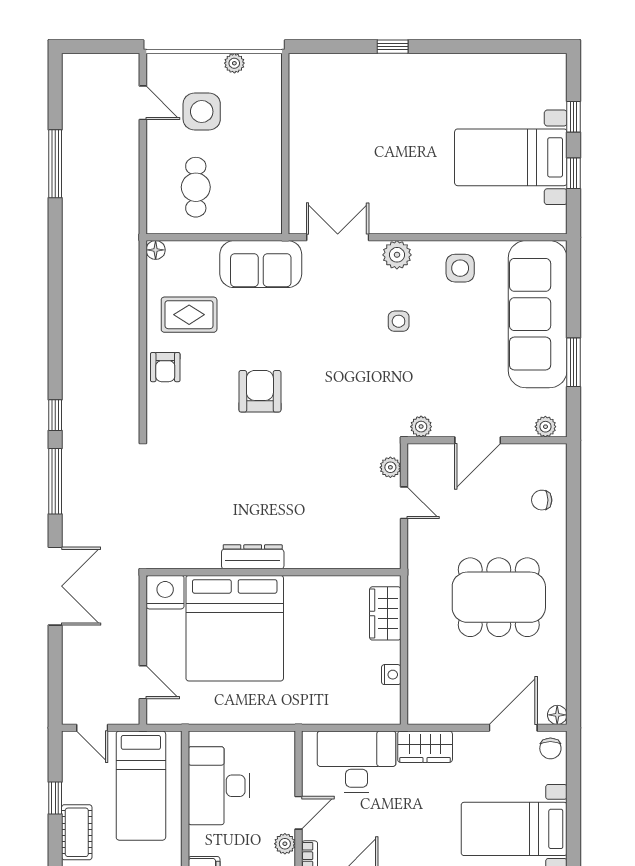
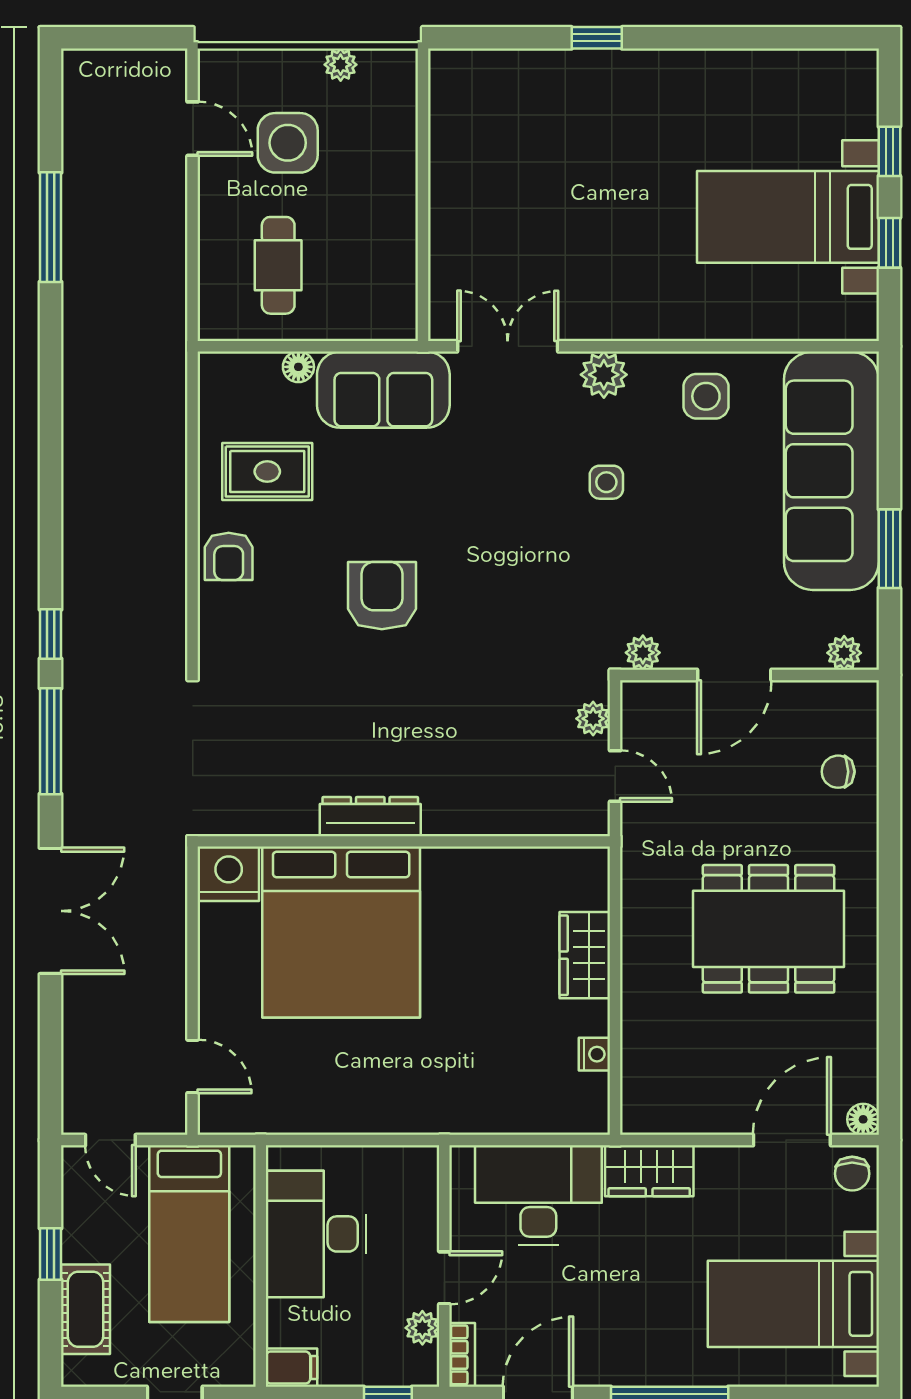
floor lamp: (156, 250) -> (298, 367), moved
dresser: (253, 557) -> (370, 817), moved
wall: (273, 572) -> (404, 841), moved
nightstand: (165, 592) -> (229, 874), moved
bed: (235, 628) -> (341, 932), moved

